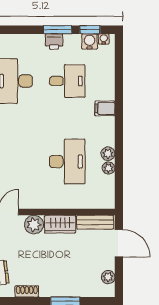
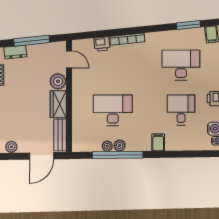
desk: (67, 81) -> (181, 110), turned 180
window: (119, 156) -> (118, 155), added
desk: (67, 162) -> (113, 110), turned 180

